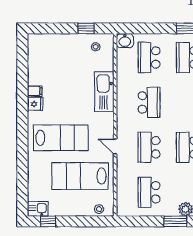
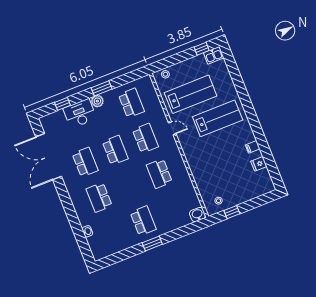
school desk: (149, 57) -> (173, 209), removed
kitchen sink: (104, 91) -> (198, 168), removed
fridge: (35, 104) -> (259, 164), moved
lab bench: (61, 138) -> (218, 118), turned 180

